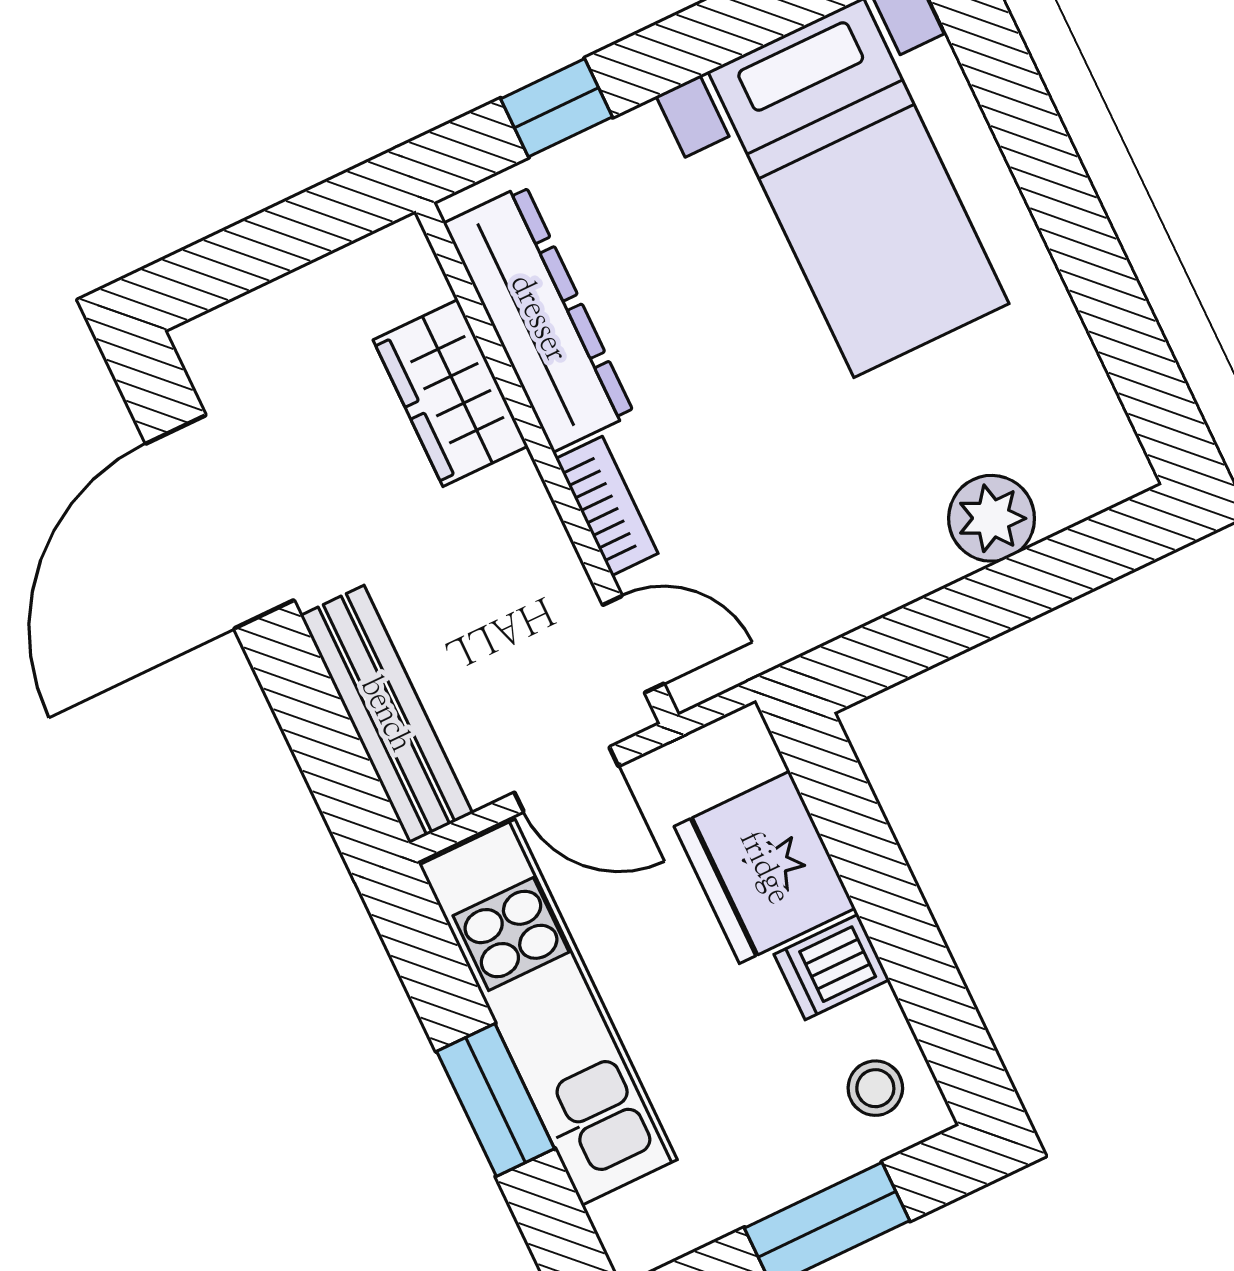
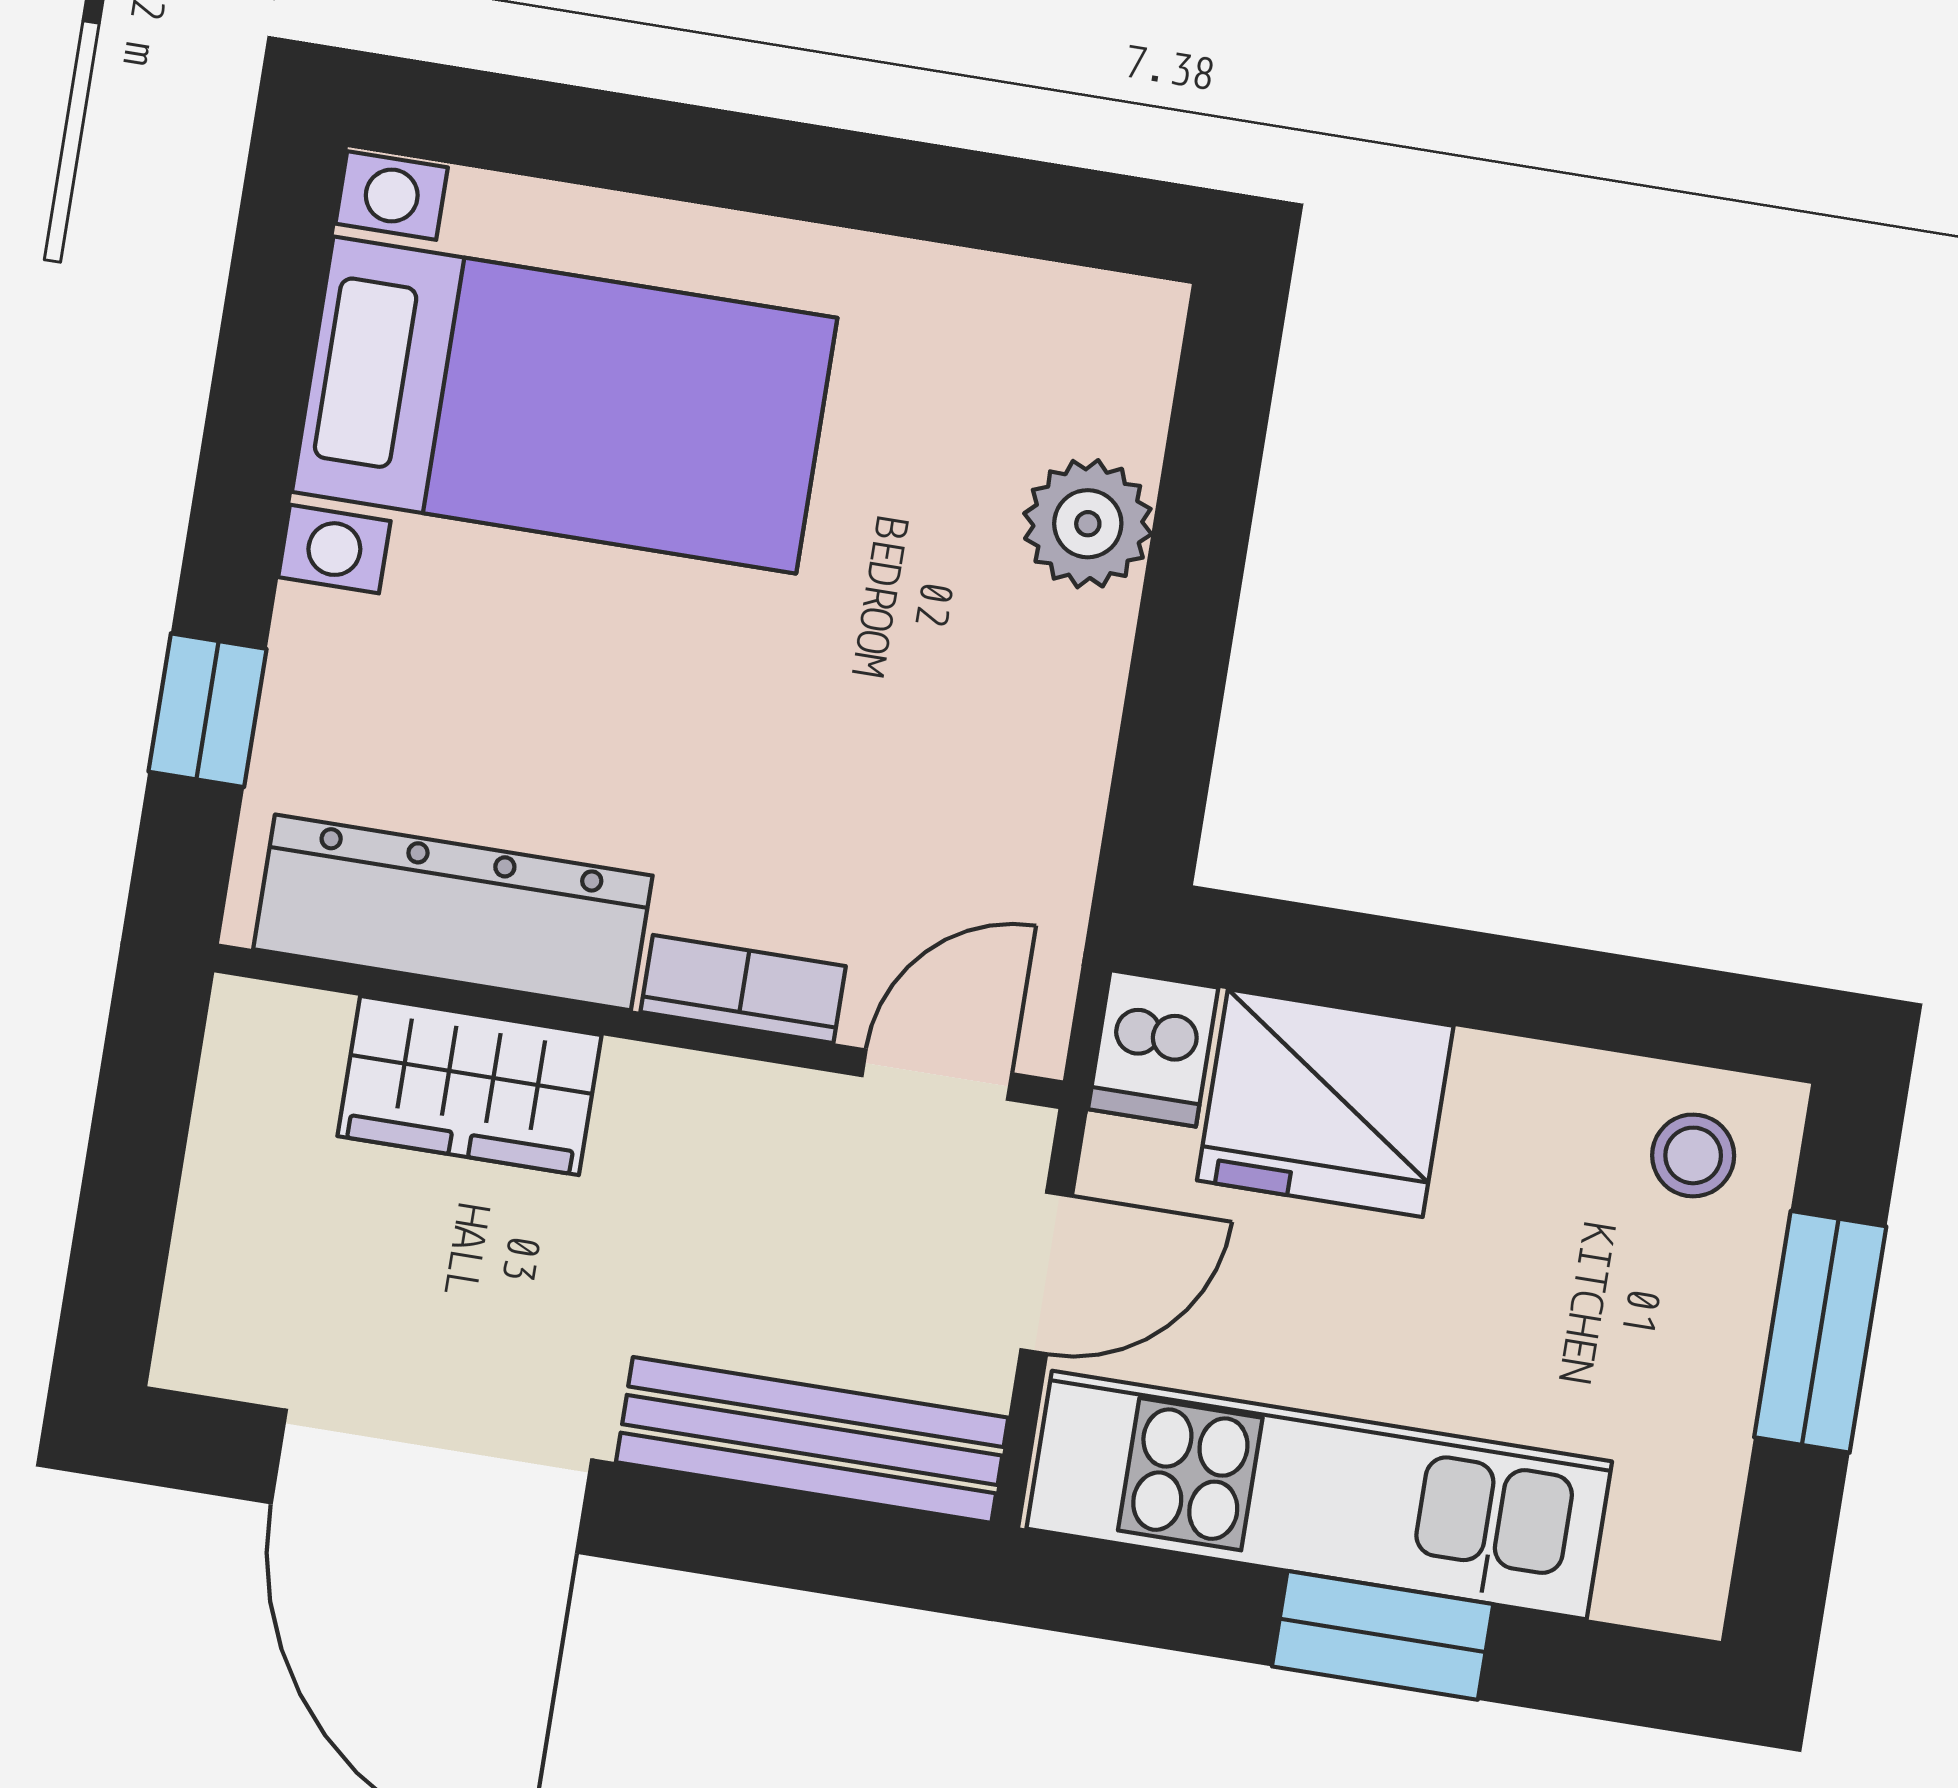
dishwasher: (832, 967) -> (1153, 1048), moved

